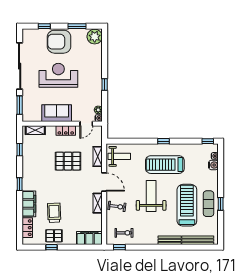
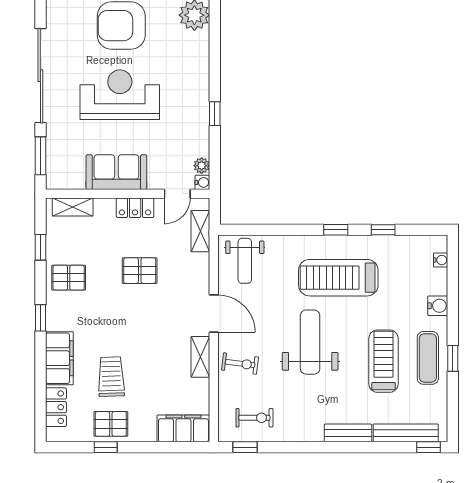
window: (208, 141) -> (383, 230), moved
shelving: (98, 156) -> (200, 231), moved
weight bench: (119, 156) -> (245, 261), turned 90
pallet: (68, 161) -> (140, 271), width x0.67, depth x0.71
pallet: (33, 165) -> (69, 278), added
water cooler: (213, 165) -> (438, 306), moved
treadmill: (187, 205) -> (383, 361), width x0.73, depth x0.73
window: (209, 247) -> (429, 447), added

